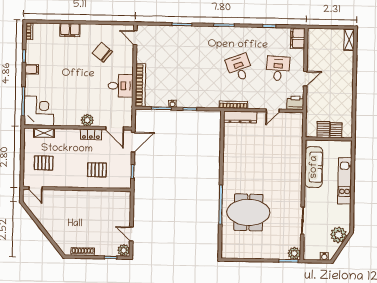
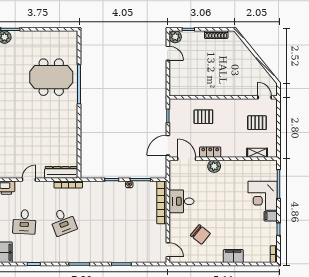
corner desk: (39, 111) -> (263, 196), moved

